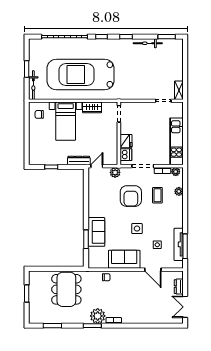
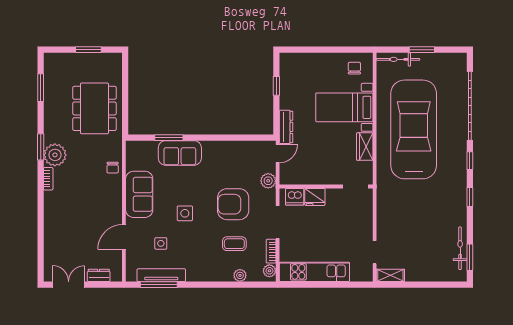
bicycle: (148, 43) -> (460, 248), moved
door: (97, 166) -> (278, 154), hinge flipped
dining table: (66, 289) -> (95, 108), turned 90

